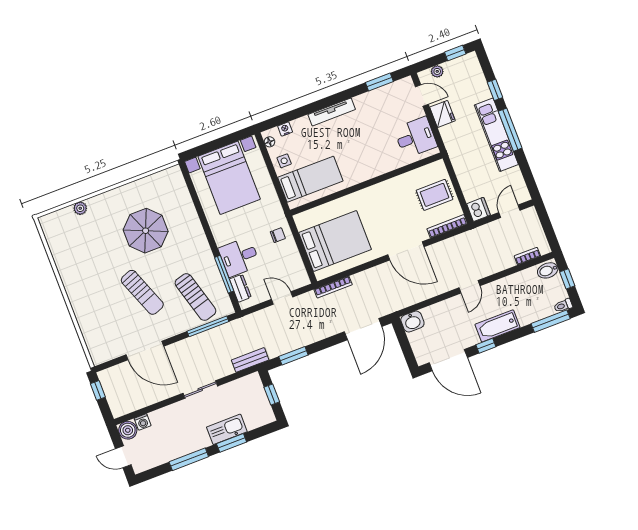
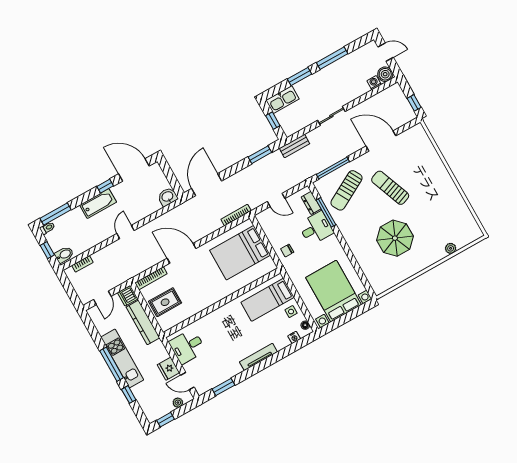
kitchen counter: (465, 174) -> (143, 322), added
sun lounger: (195, 297) -> (346, 190), turned -103
kitchen sink: (227, 429) -> (282, 100), moved

